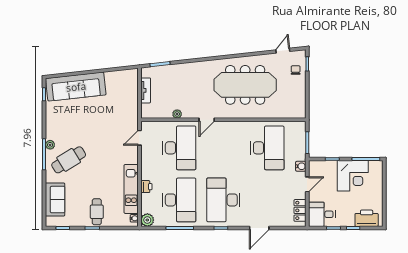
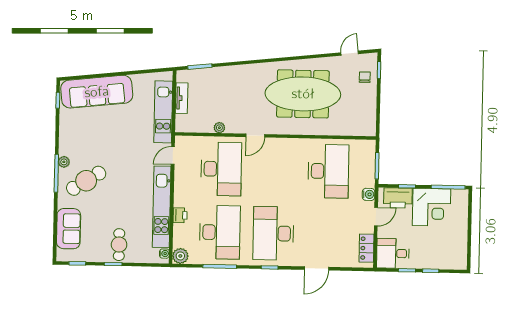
kitchen unit: (131, 102) -> (163, 112), added
kitchen unit: (131, 189) -> (162, 207), width x1.36
printer: (367, 218) -> (398, 198), moved, turned 180

